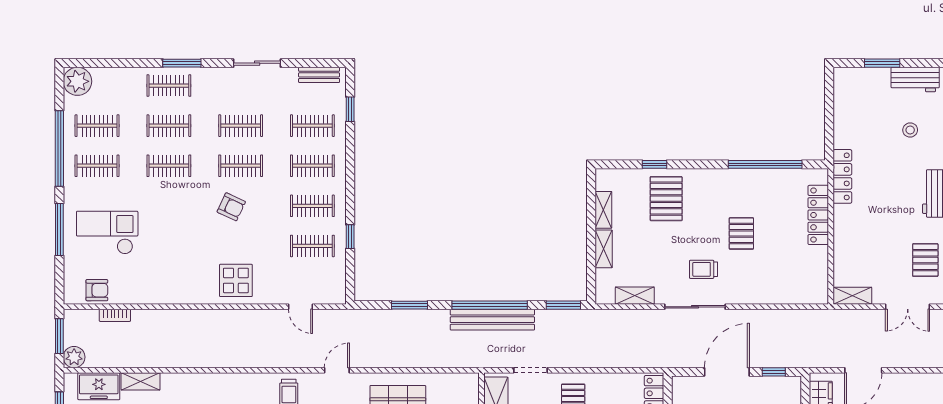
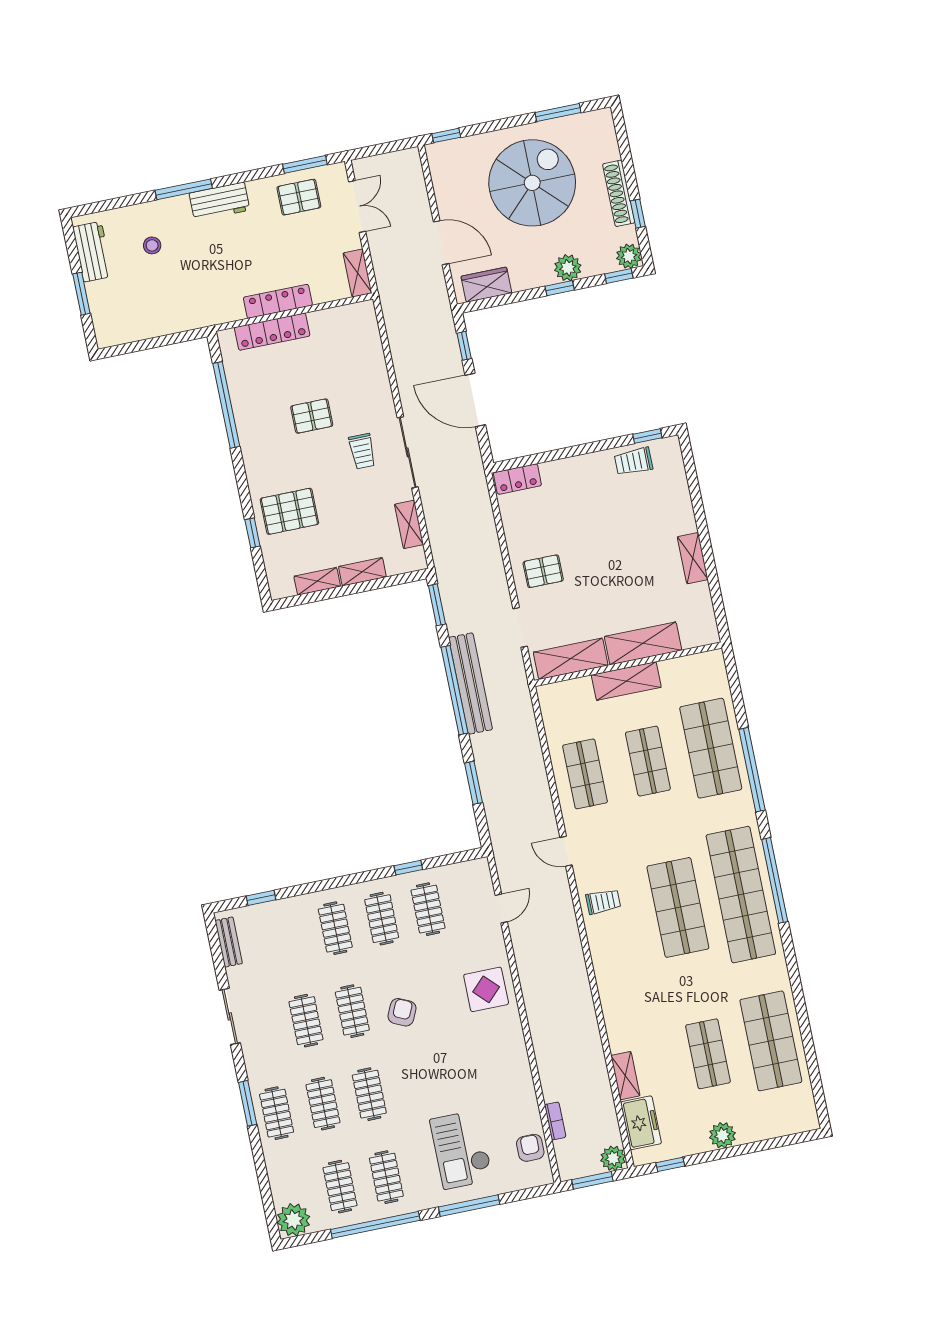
clothes rail: (312, 126) -> (289, 938), removed
locker: (842, 176) -> (278, 301), moved

